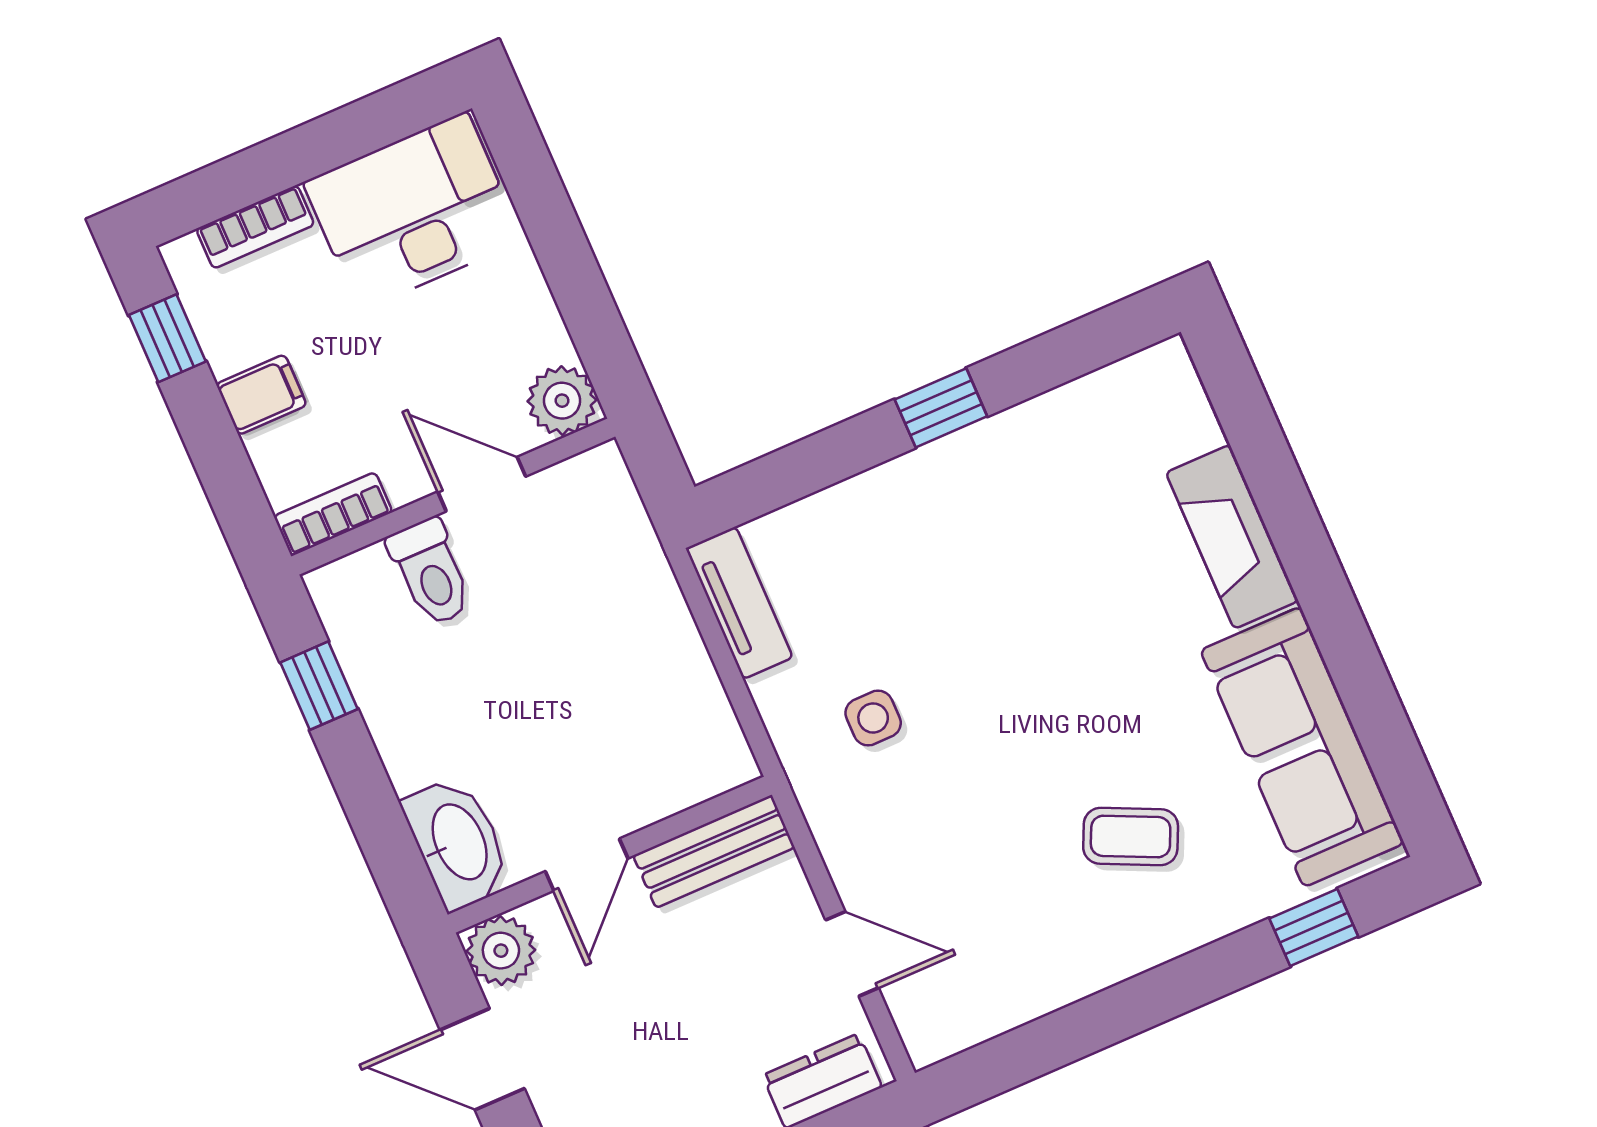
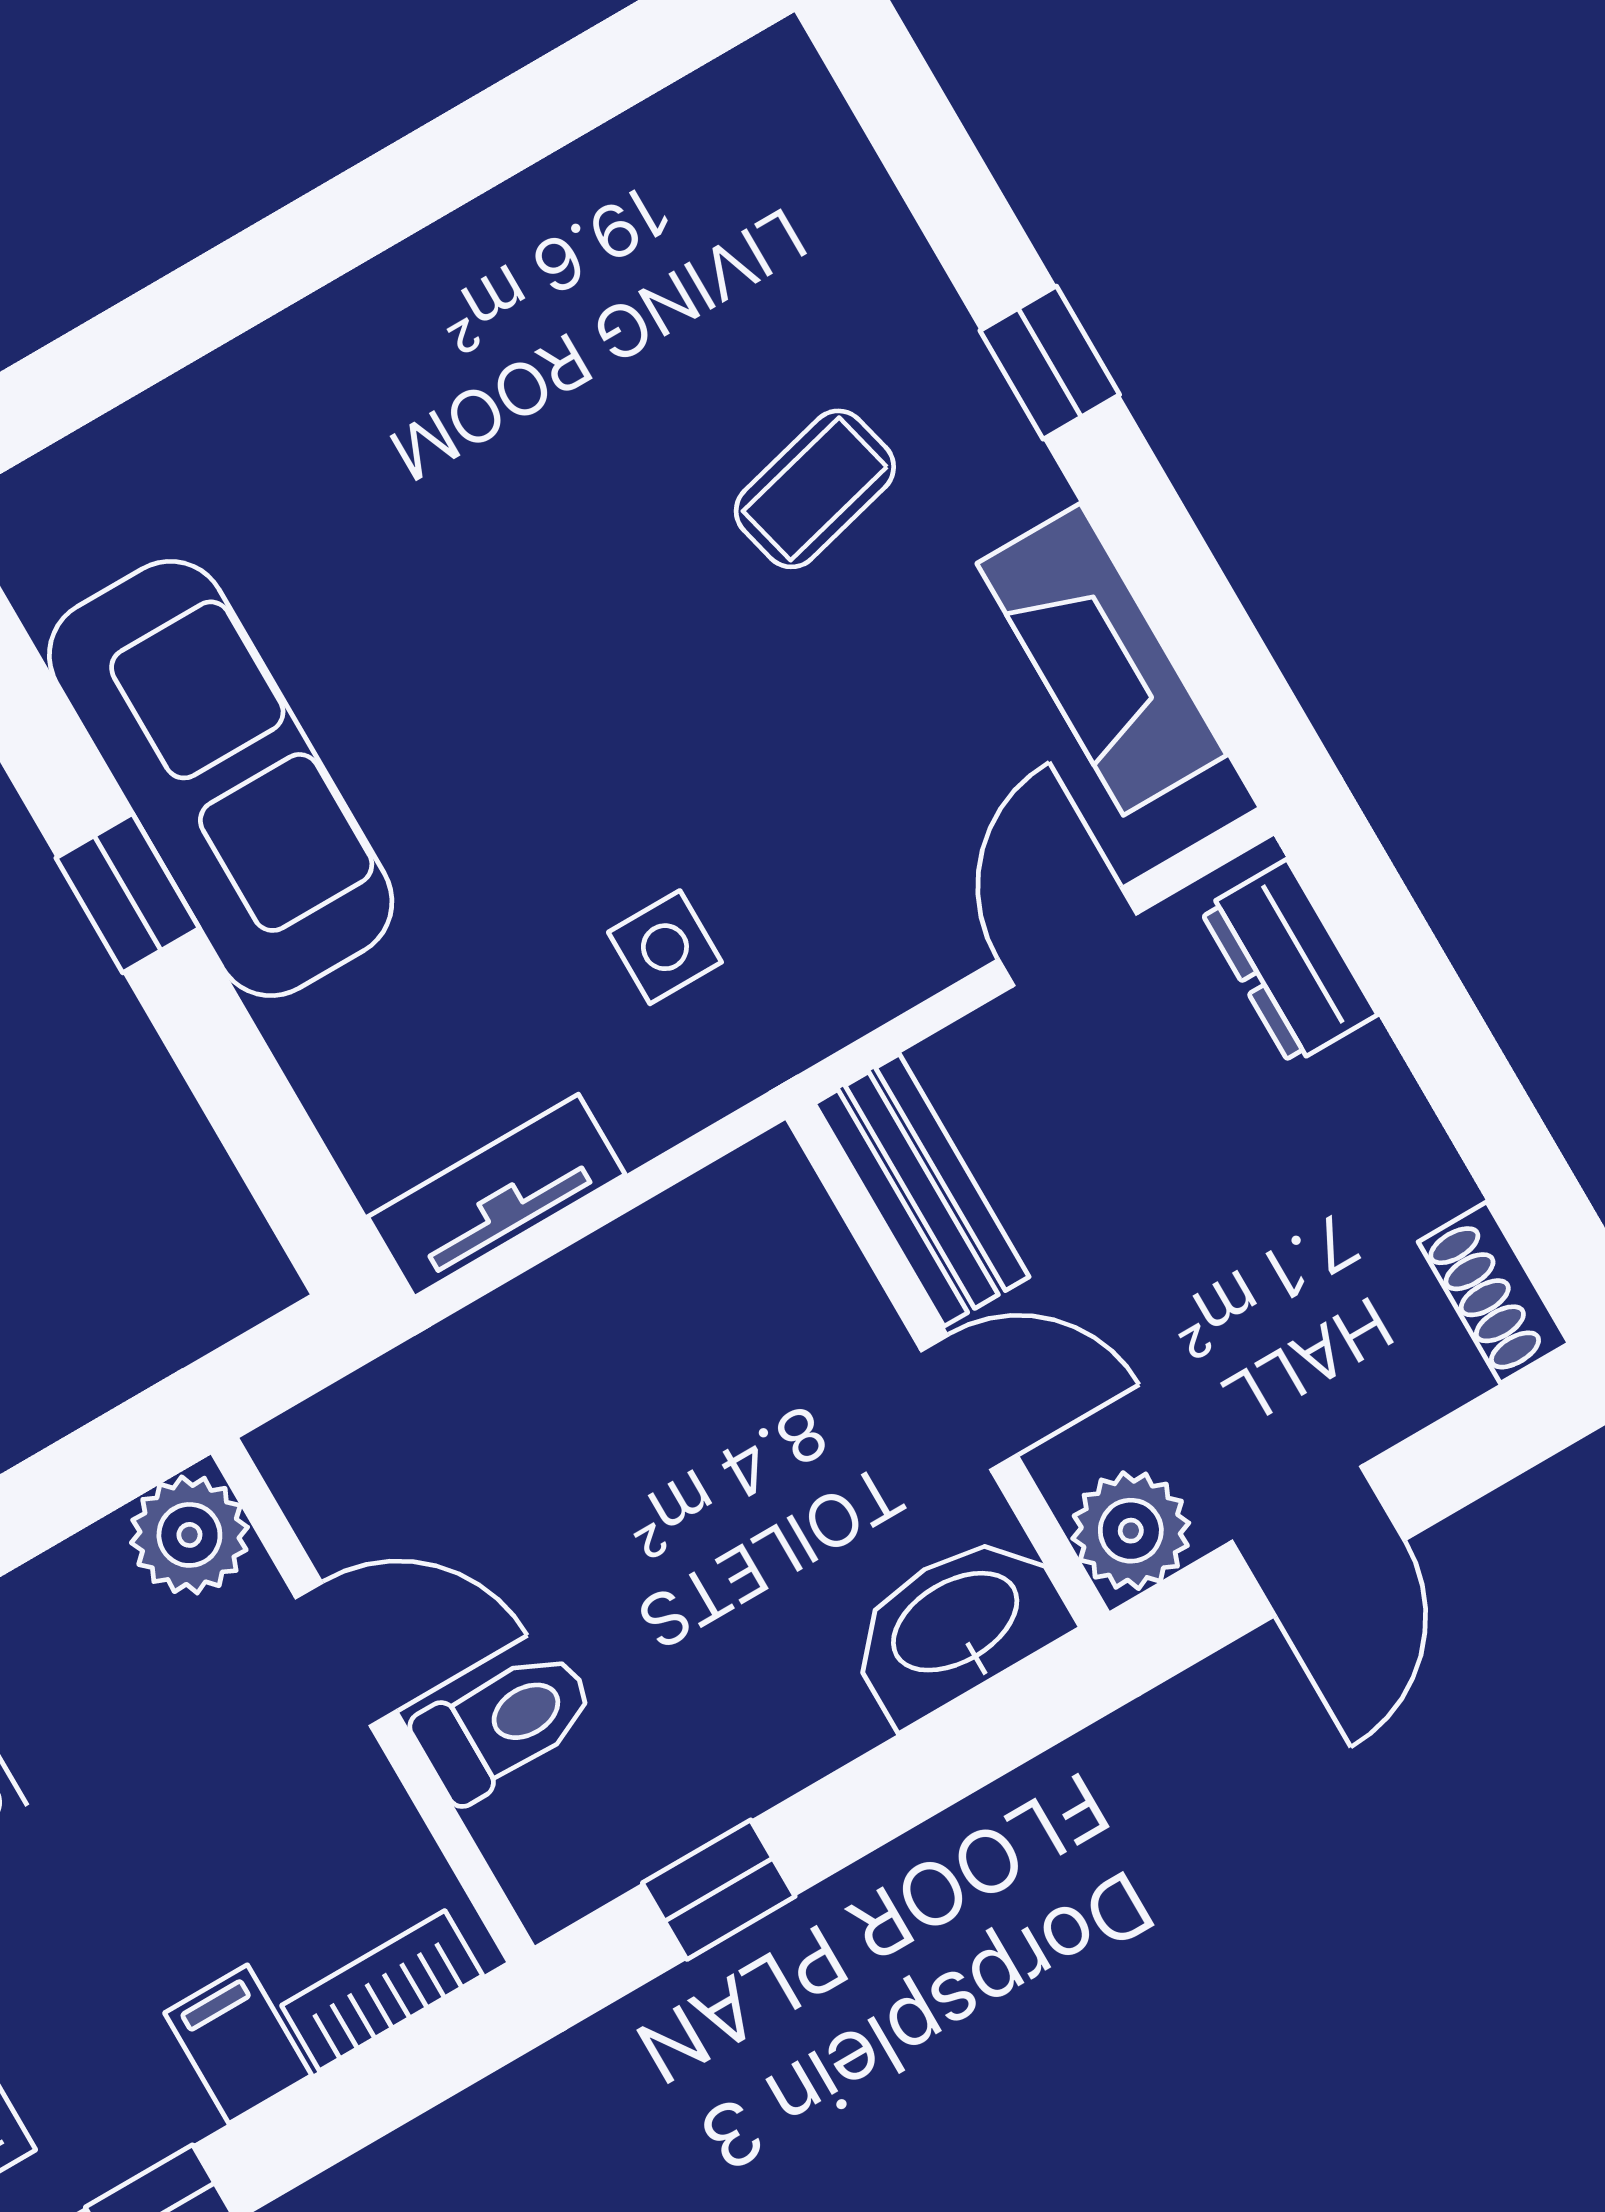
door: (482, 484) -> (346, 1654), swing flipped
bookcase: (333, 514) -> (382, 1991), moved, turned 90
fireplace: (1232, 537) -> (1102, 659), moved, turned 90
sofa: (1302, 747) -> (221, 778), moved, turned -90
coffee table: (1131, 837) -> (815, 489), turned 51
window: (1314, 927) -> (1050, 363), moved

